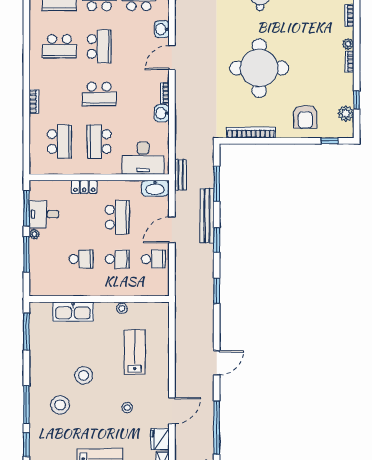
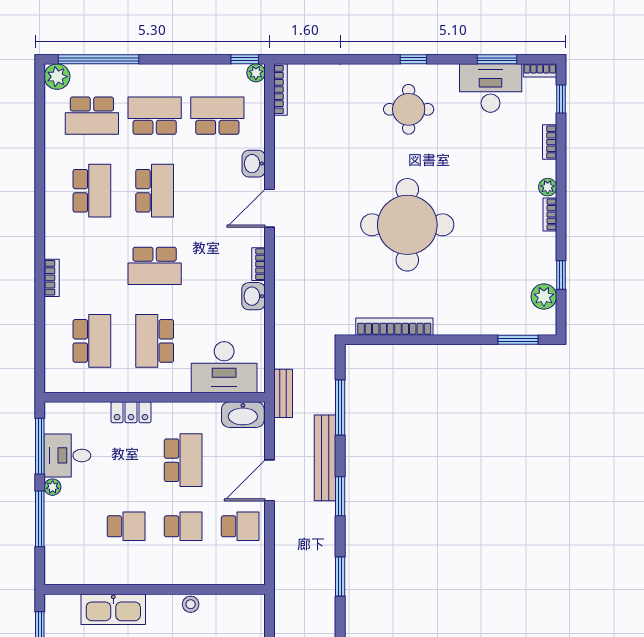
school desk: (59, 46) -> (92, 191), turned -90
armchair: (305, 117) -> (480, 302), removed
window: (329, 141) -> (518, 340), width x1.50

